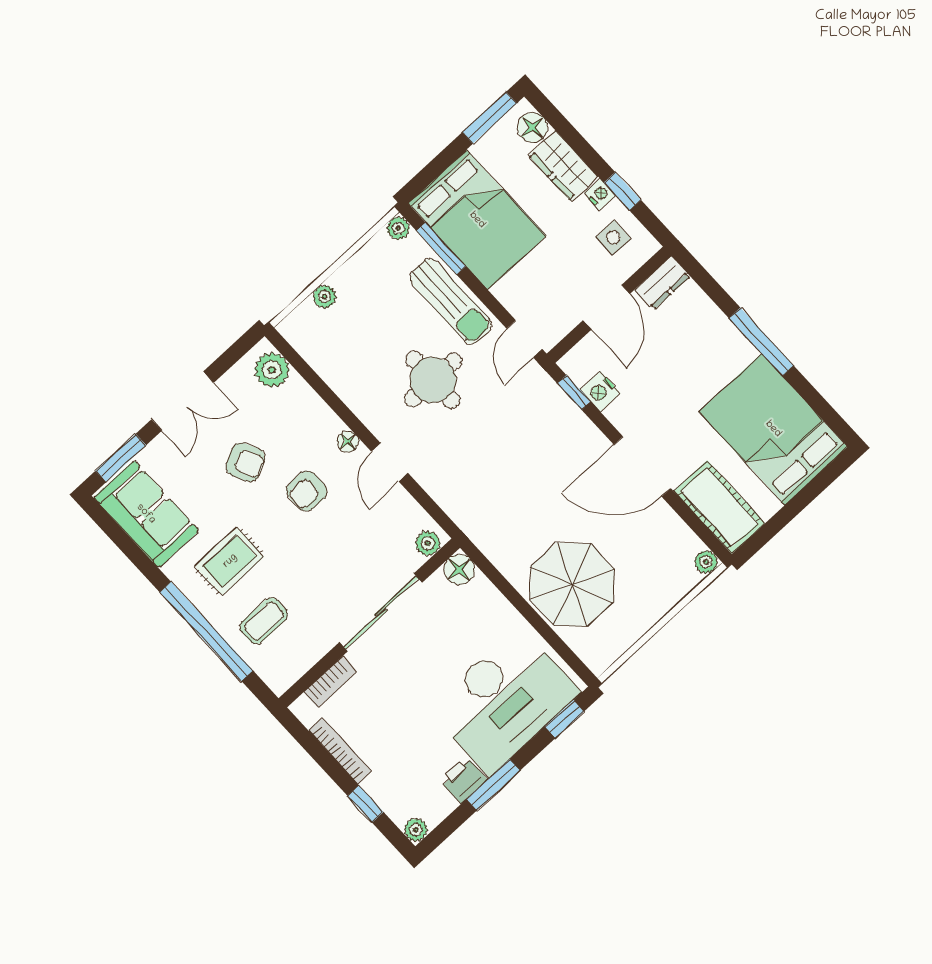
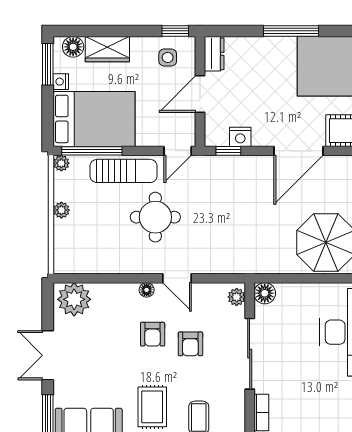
window: (622, 191) -> (175, 31), moved
nightstand: (600, 194) -> (61, 82), moved, turned -90
window: (441, 248) -> (92, 151), width x1.44
plant: (325, 297) -> (61, 210), moved
door: (606, 307) -> (200, 94), swing flipped
door: (524, 339) -> (178, 151), hinge flipped
plant: (272, 370) -> (74, 299), width x1.36, depth x1.36
double door: (183, 401) -> (48, 355), swing flipped
armchair: (246, 462) -> (190, 344), moved, turned 116

